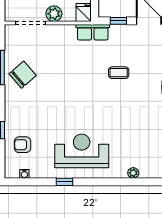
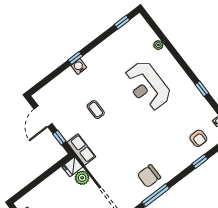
plant: (54, 14) -> (82, 178), moved
chair: (23, 75) -> (149, 176), turned -49
reception desk: (82, 151) -> (147, 86), moved

